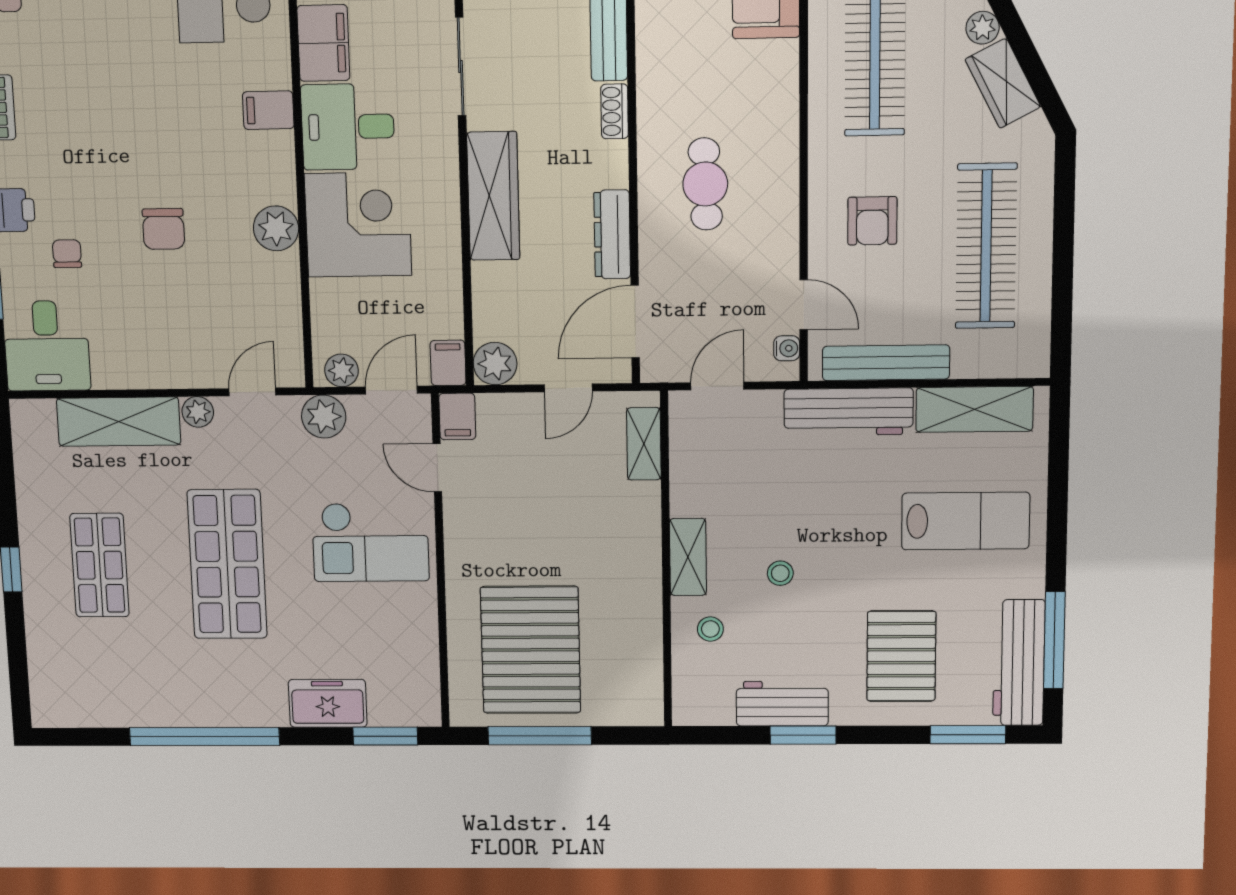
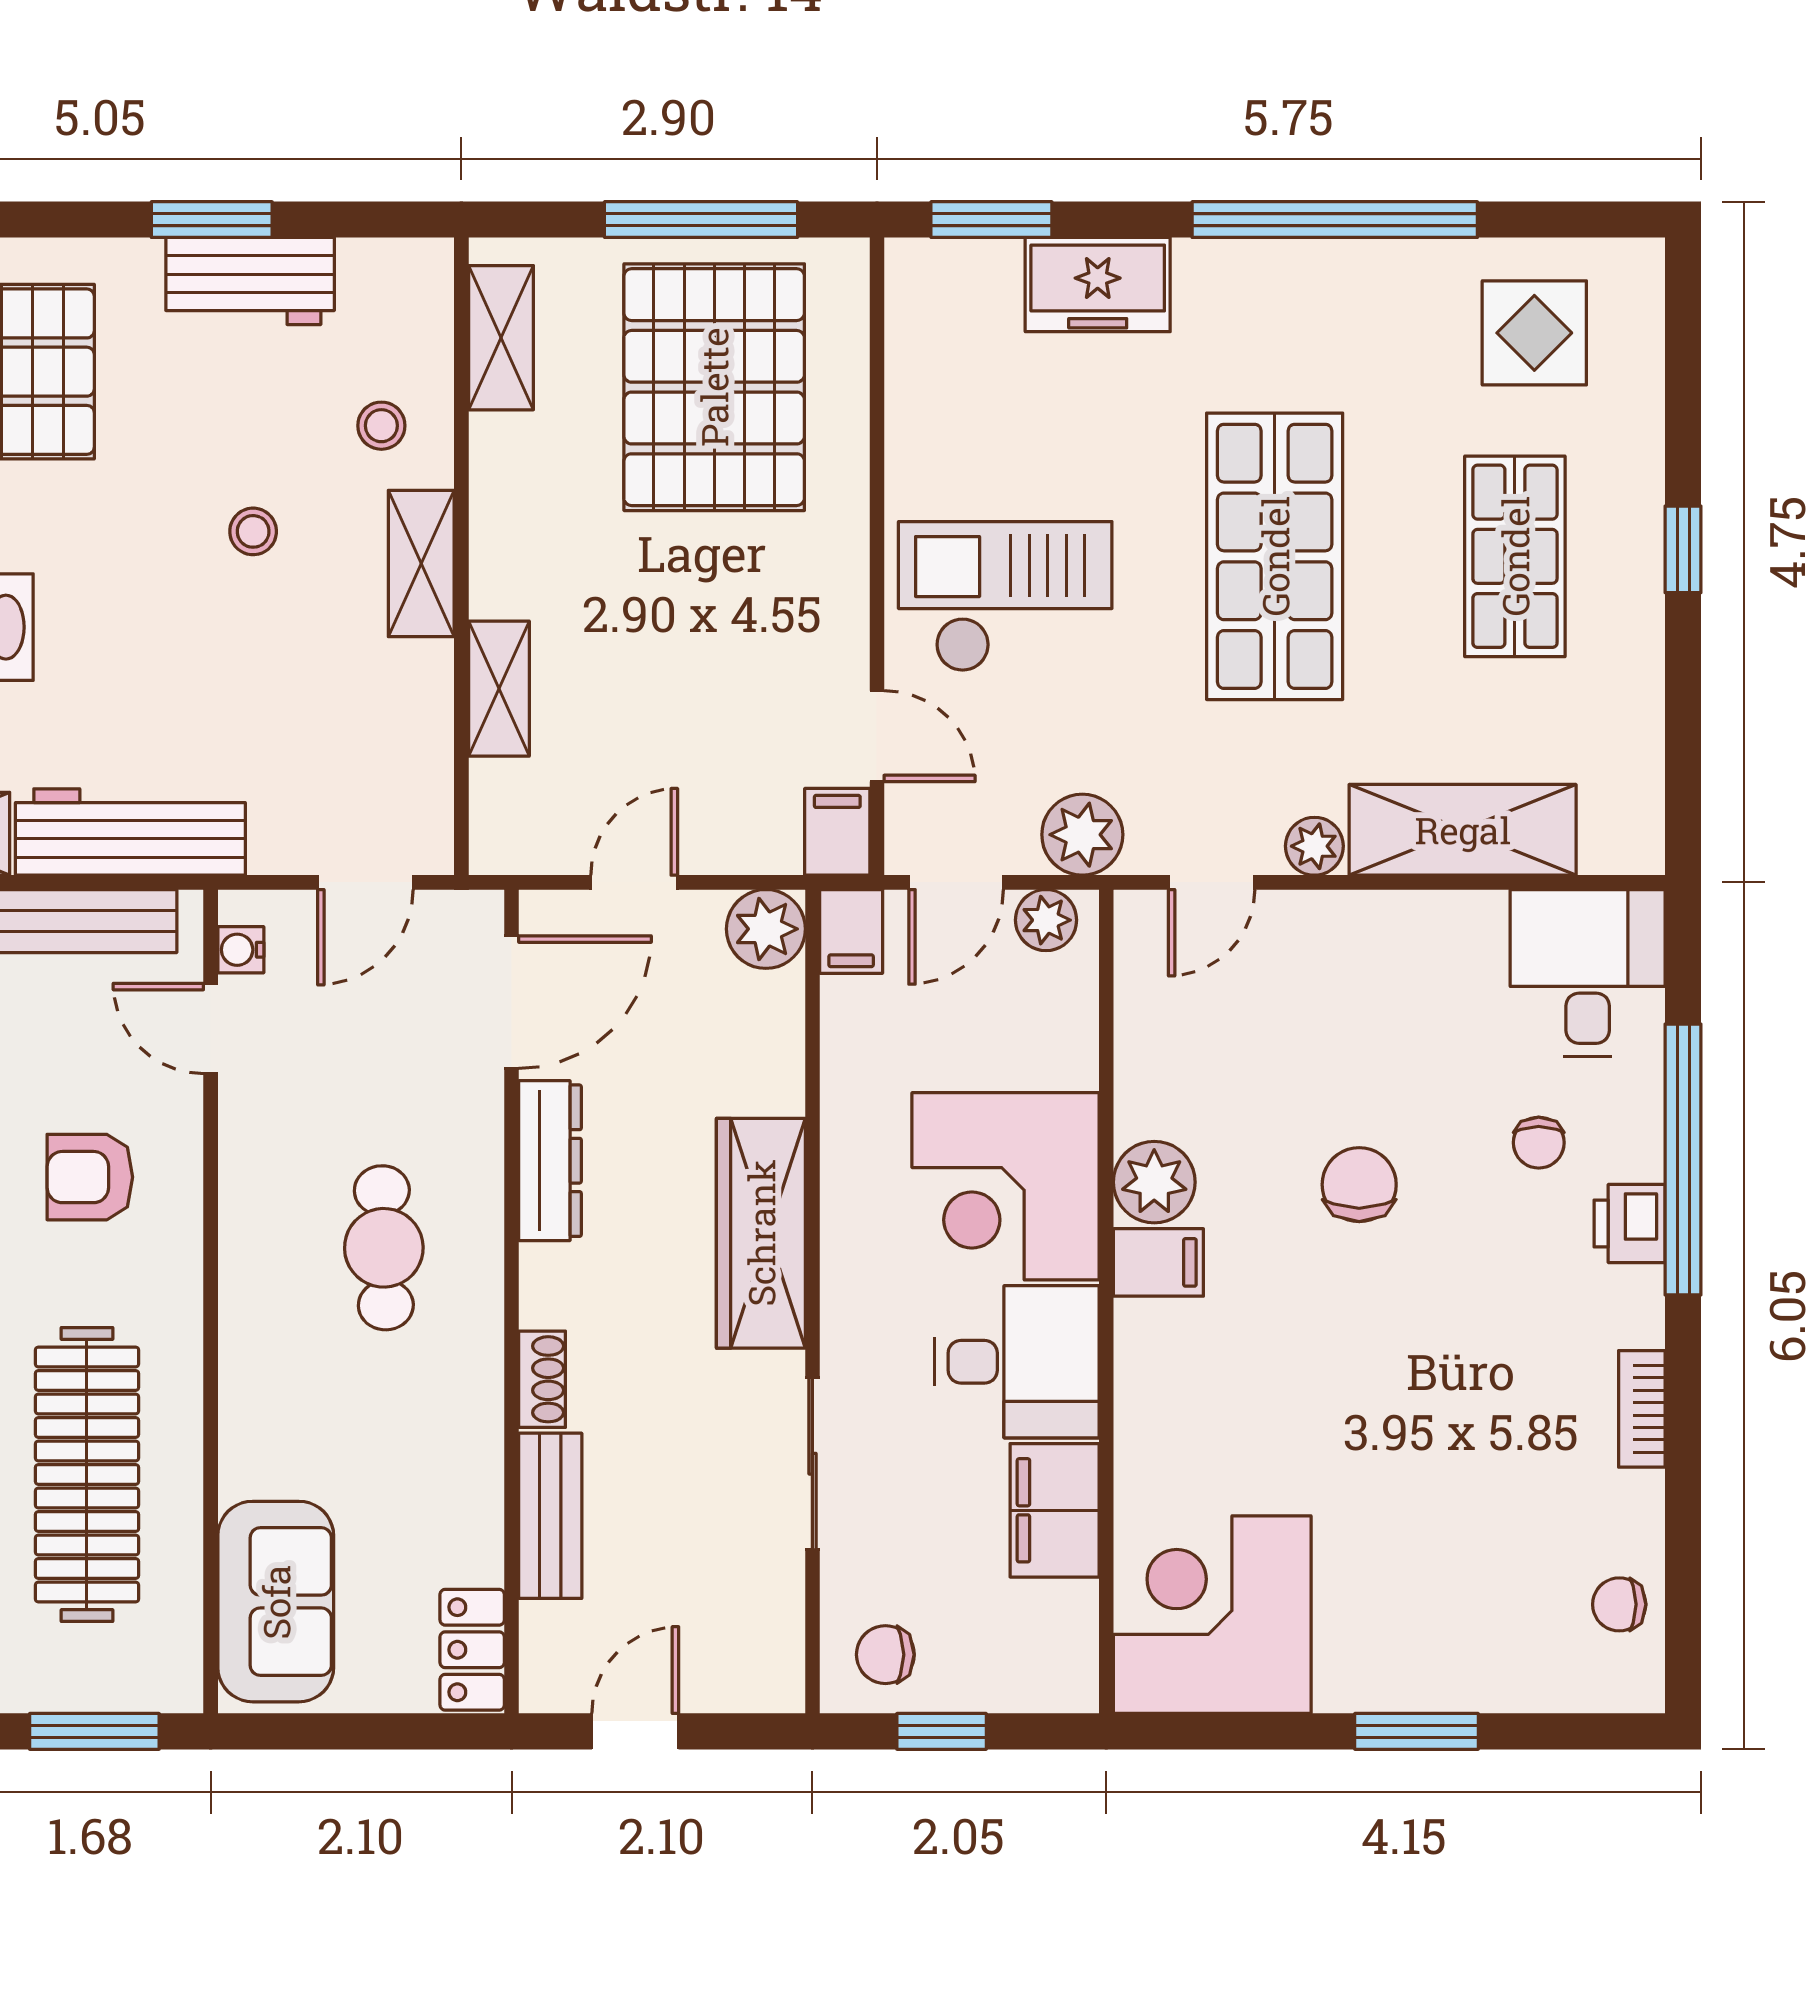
filing cabinet: (268, 110) -> (1158, 1262), moved
armchair: (872, 221) -> (90, 1177), turned -90
shelving: (644, 444) -> (499, 689), moved
shelving: (646, 675) -> (501, 338), added
display table: (97, 680) -> (1534, 333), added

